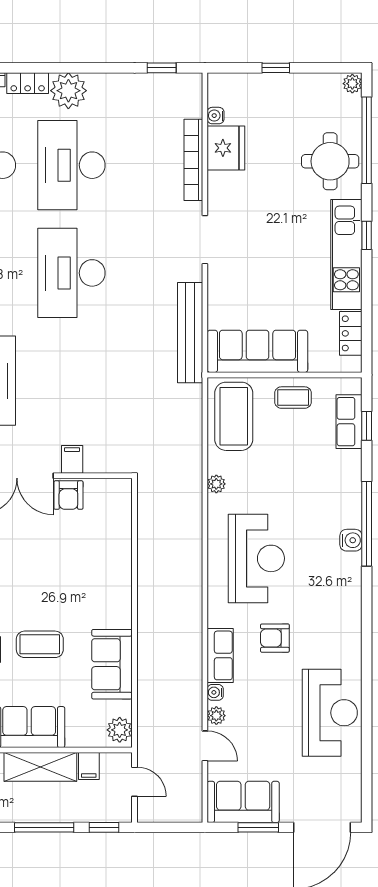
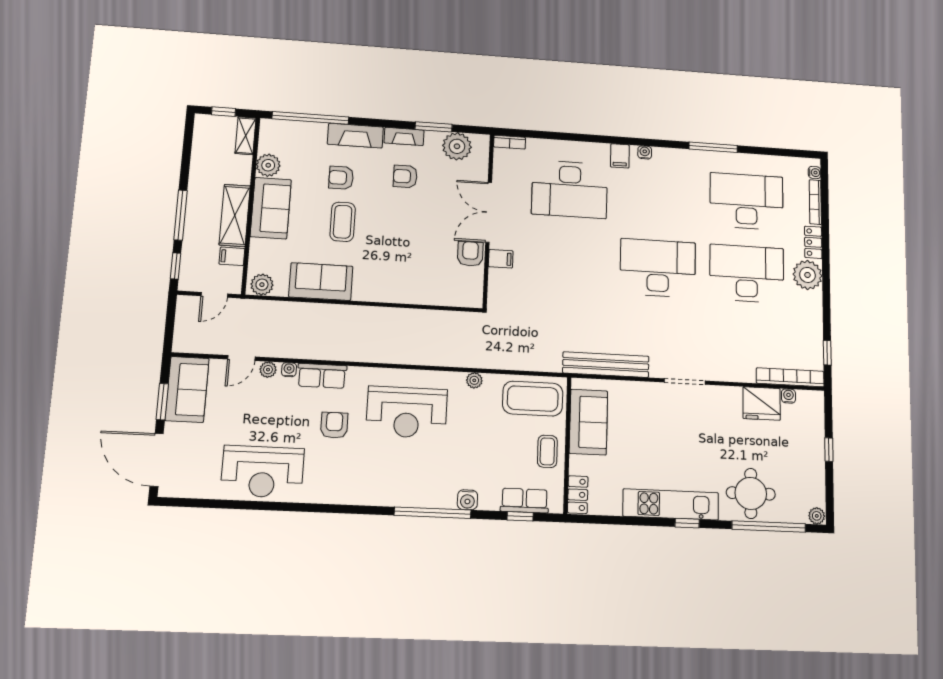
bookcase: (193, 160) -> (790, 377), moved
locker: (351, 333) -> (578, 495), moved, turned 90
sofa: (258, 351) -> (588, 422), width x0.73
armchair: (68, 495) -> (470, 254), turned 90
water cooler: (351, 540) -> (467, 500), moved

